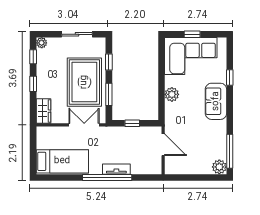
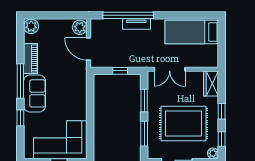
window: (109, 62) -> (144, 134), width x1.50
rug: (84, 82) -> (183, 124), moved, turned 90
plant: (172, 94) -> (80, 27), moved
piano: (220, 135) -> (31, 59), added
window: (230, 151) -> (20, 81), moved
window: (107, 177) -> (128, 15), moved

